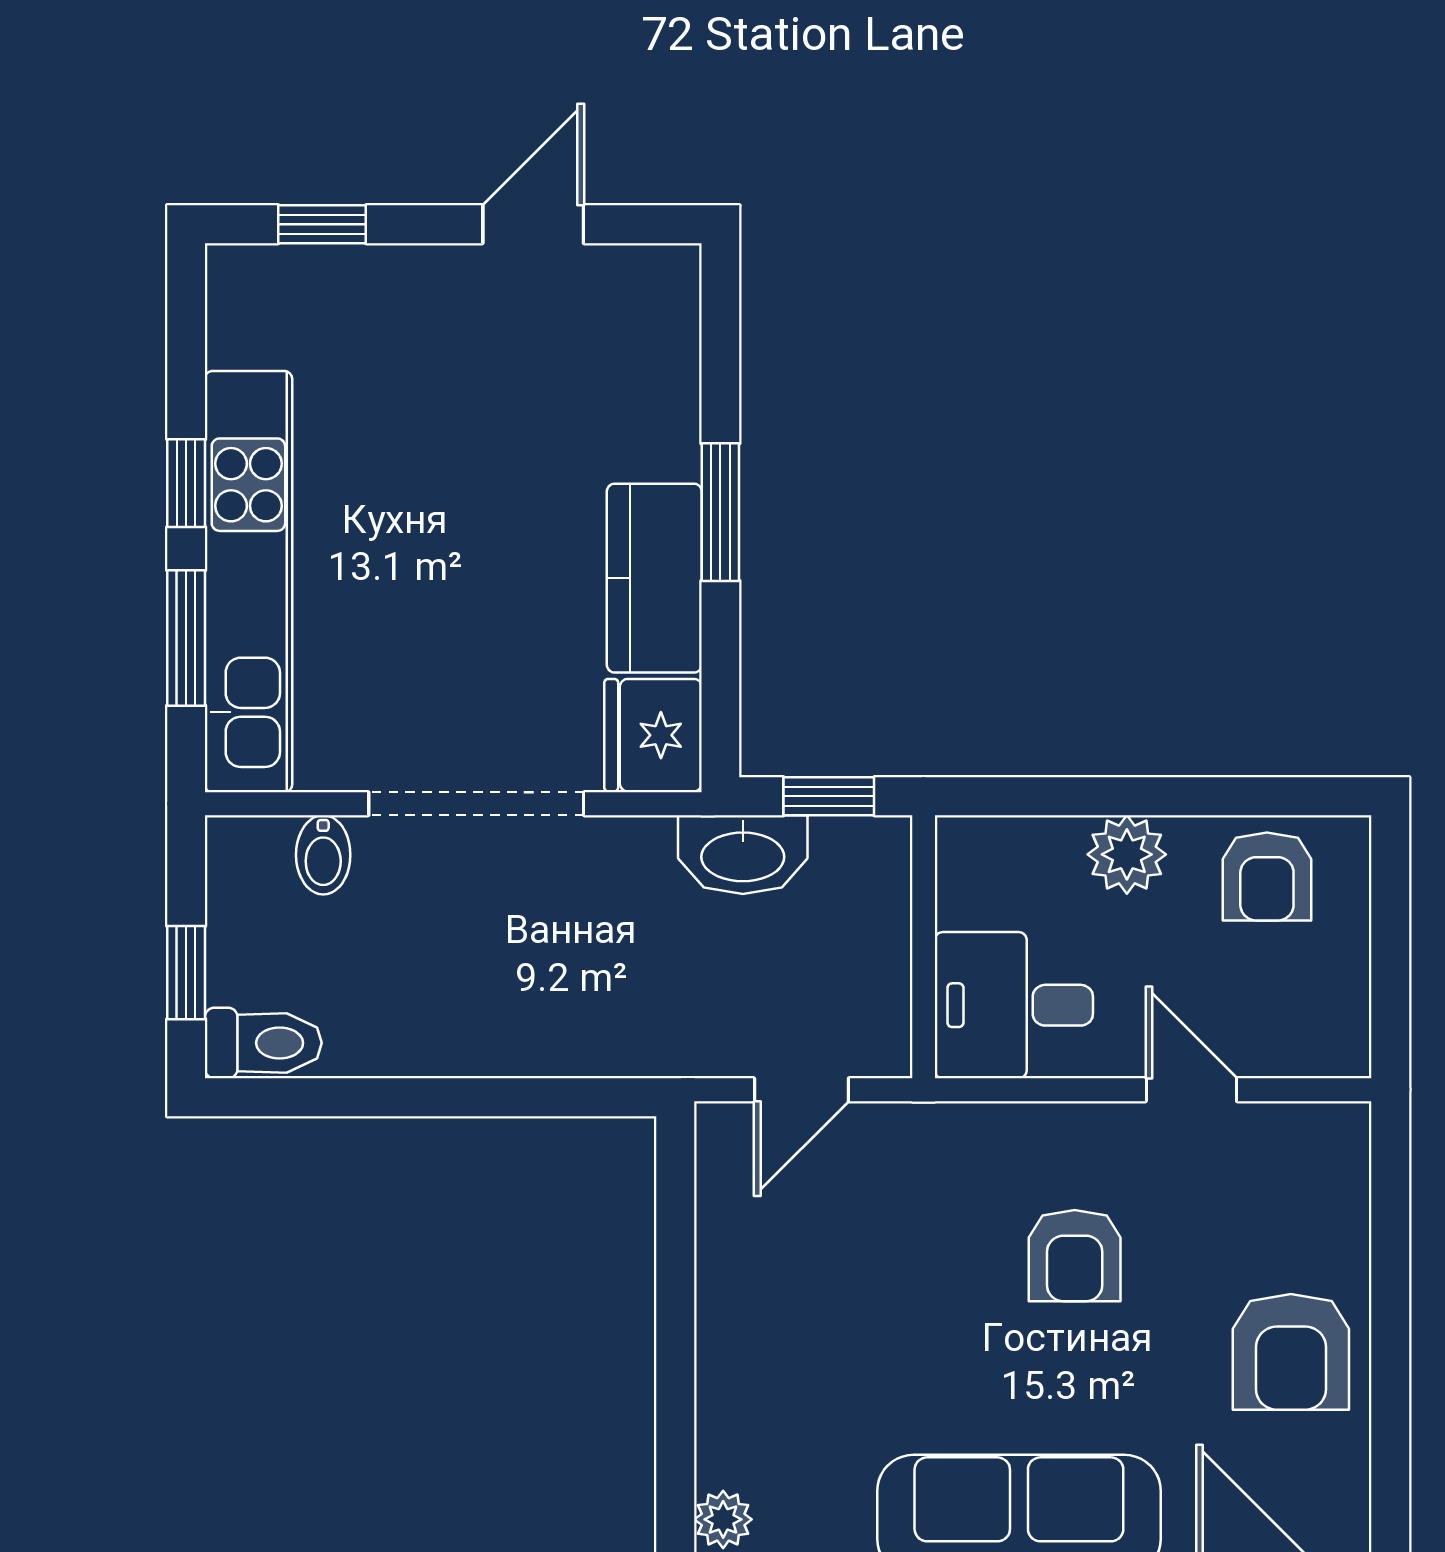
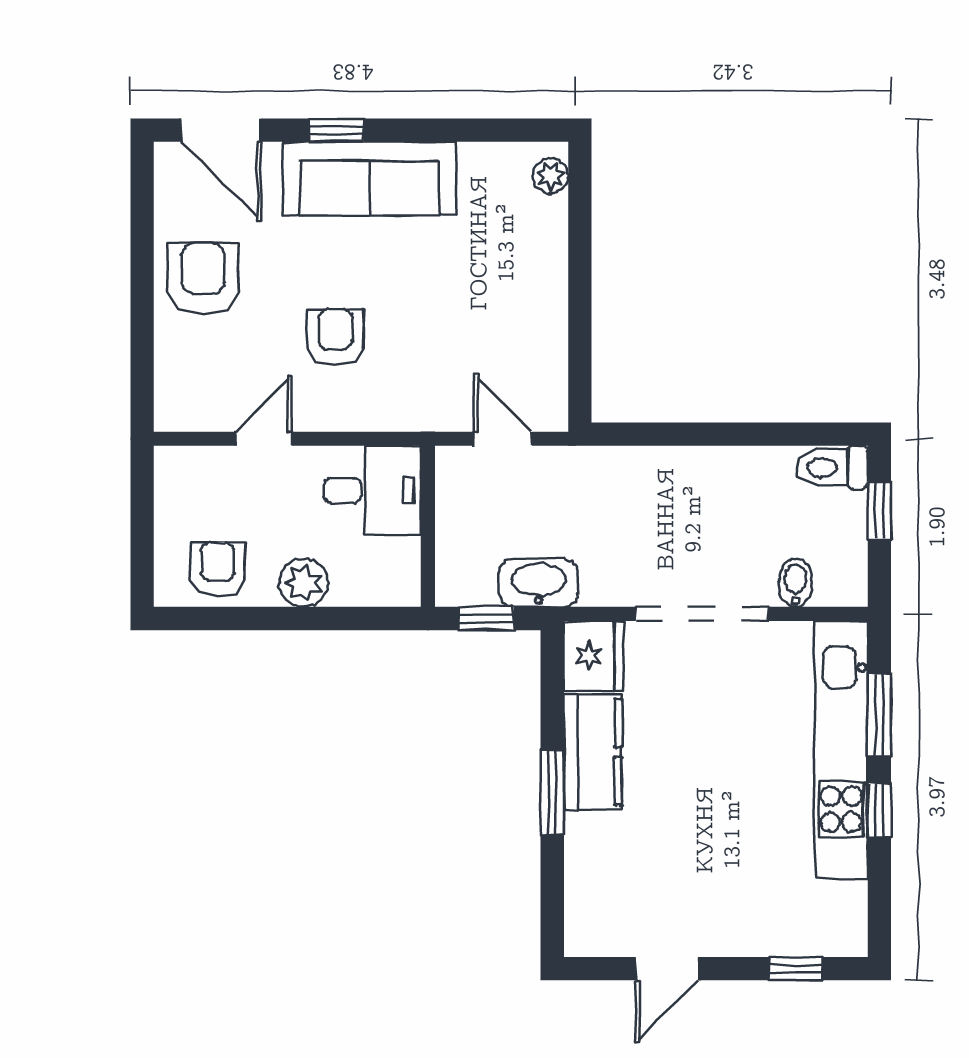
door: (801, 1090) -> (503, 439), hinge flipped
door: (1191, 1090) -> (264, 439), swing flipped

